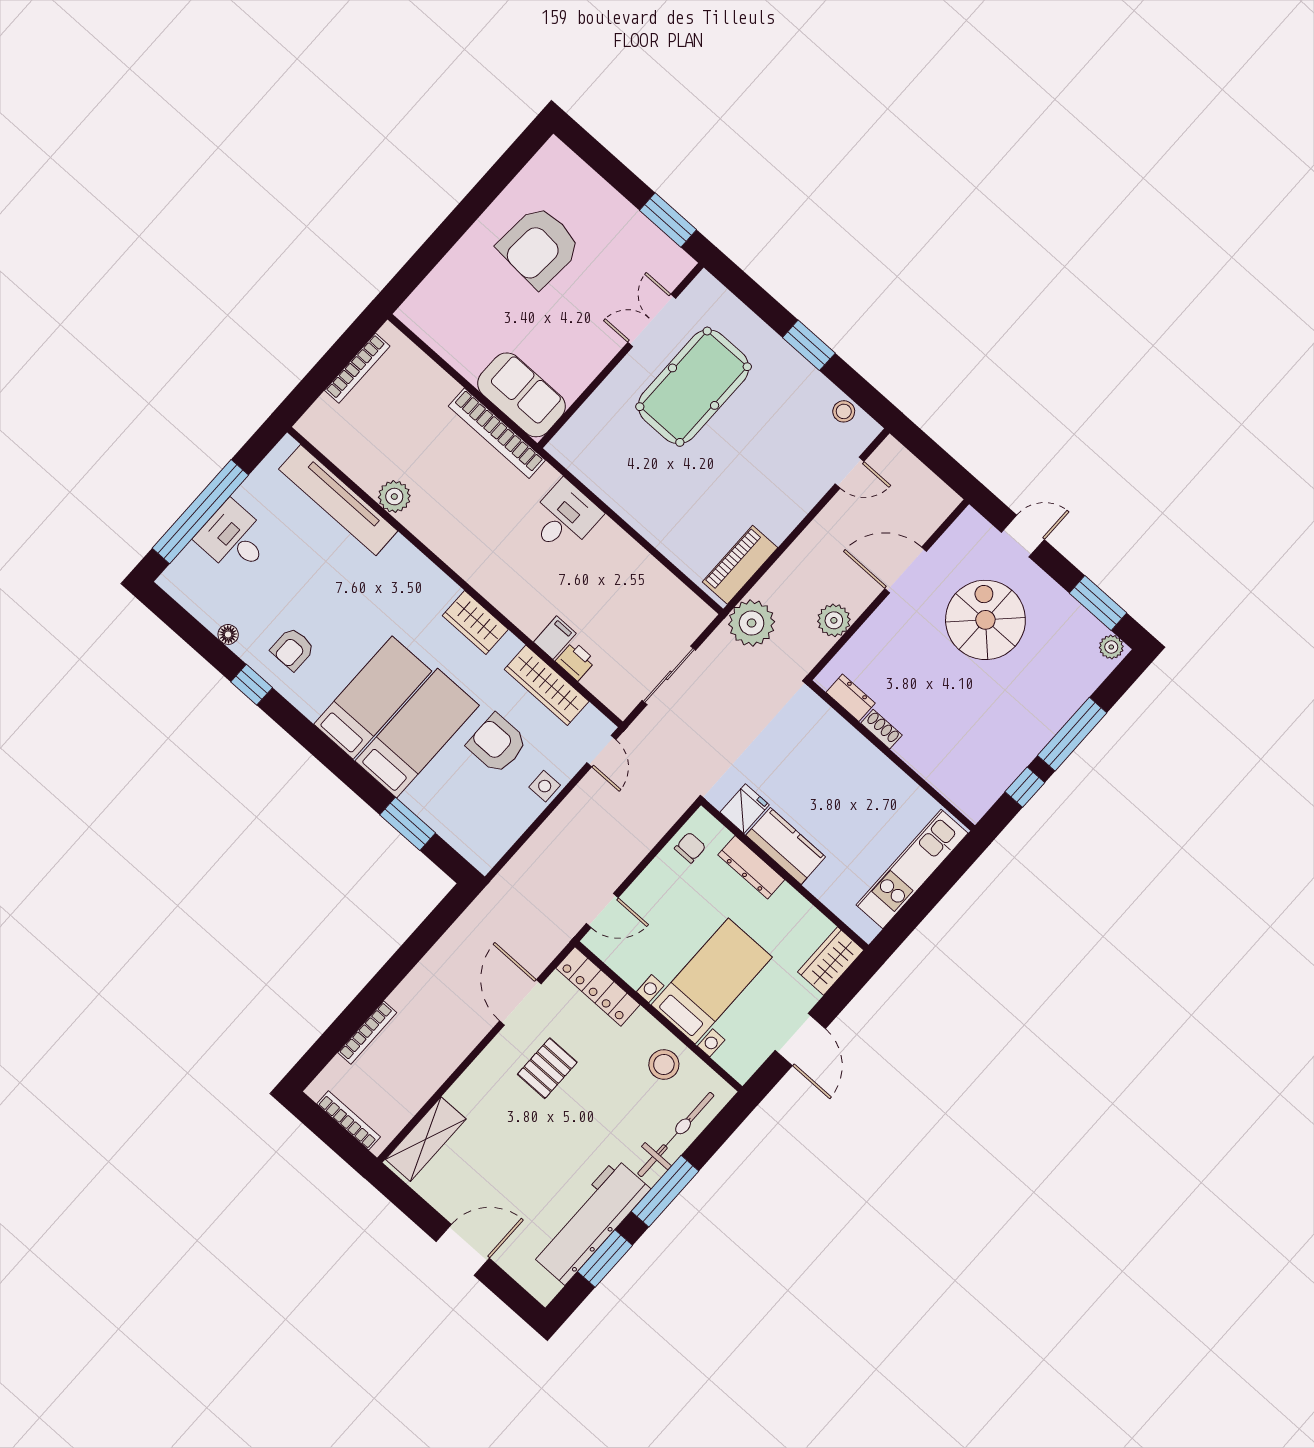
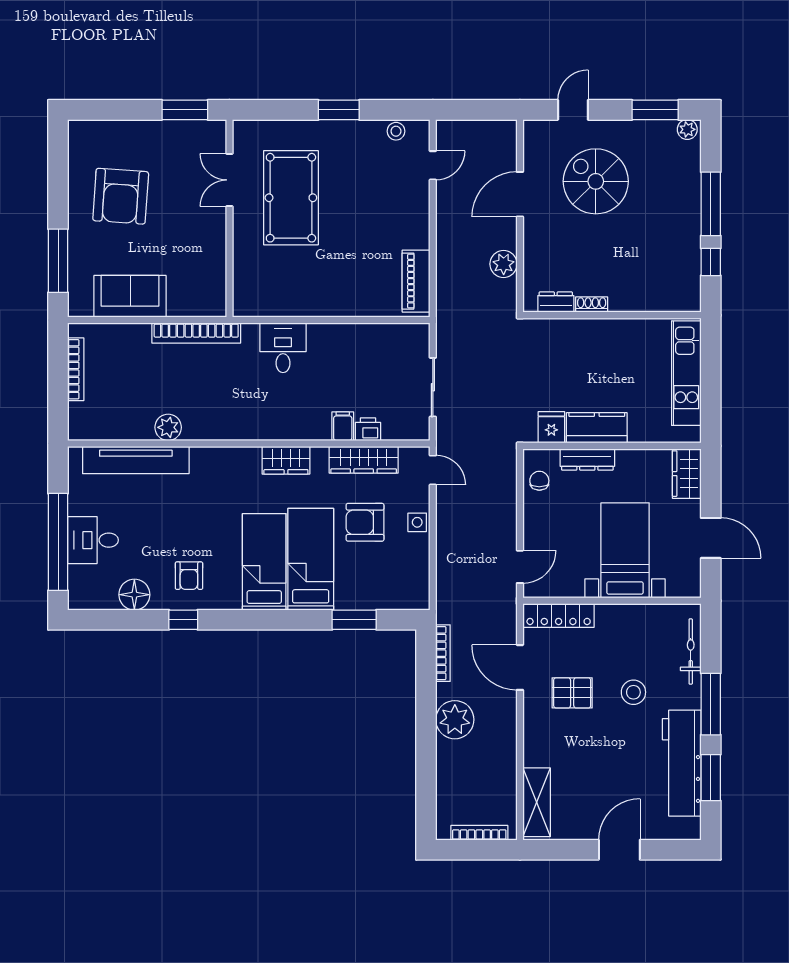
window: (429, 255) -> (58, 261), added
sofa: (521, 395) -> (130, 296), moved
plant: (752, 623) -> (455, 720), moved
floor lamp: (228, 634) -> (134, 595), width x1.89, depth x1.89
bookcase: (367, 1033) -> (443, 653), moved
stool: (664, 1064) -> (633, 692), moved
pallet: (547, 1068) -> (572, 693), turned 90
bicycle: (676, 1134) -> (691, 652), width x0.73, depth x0.71

